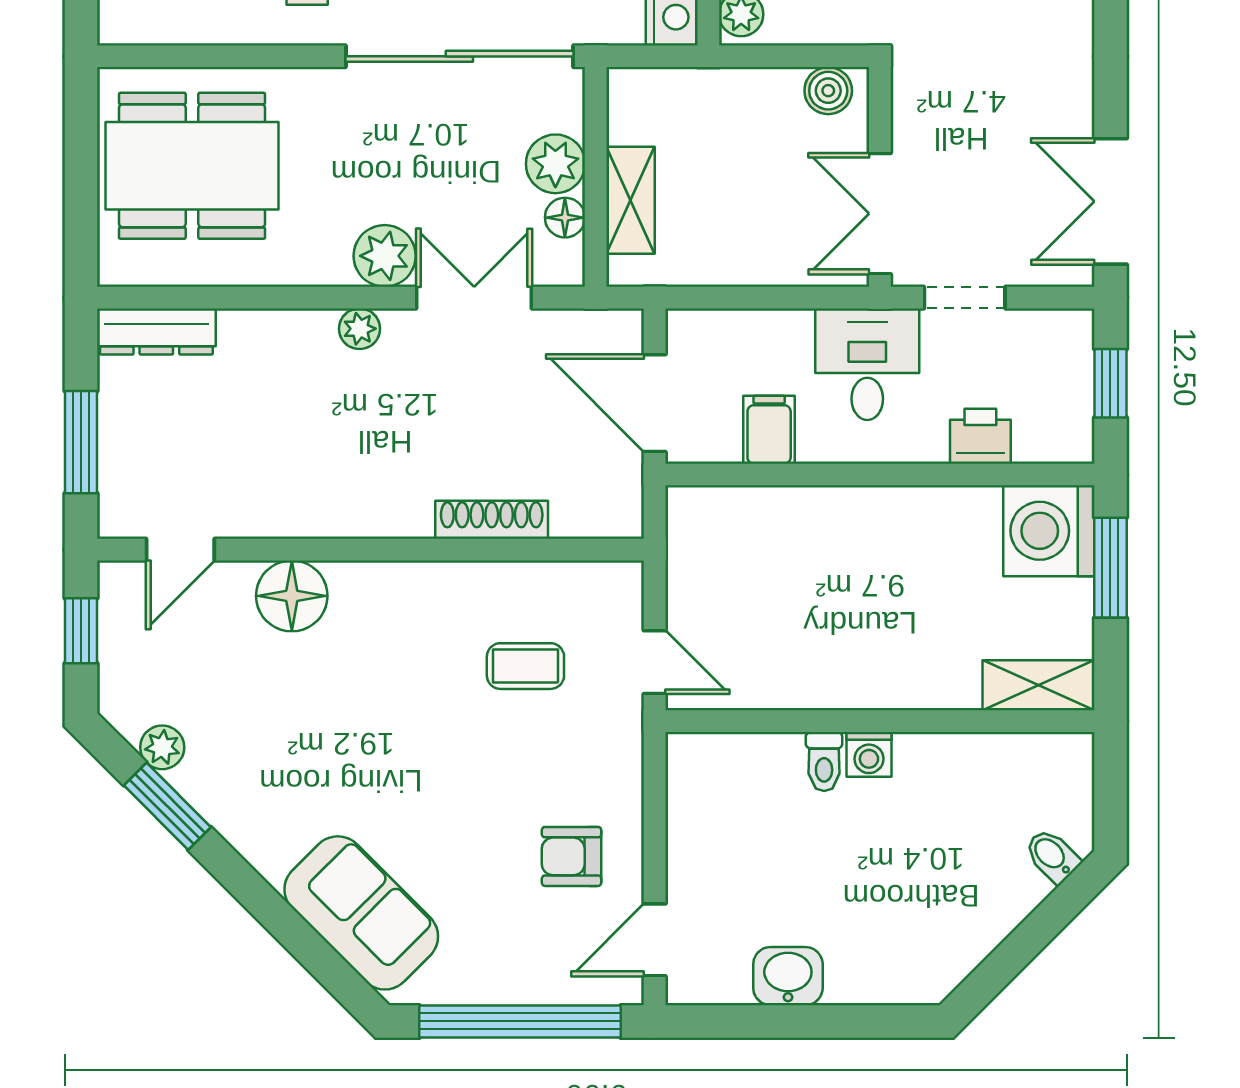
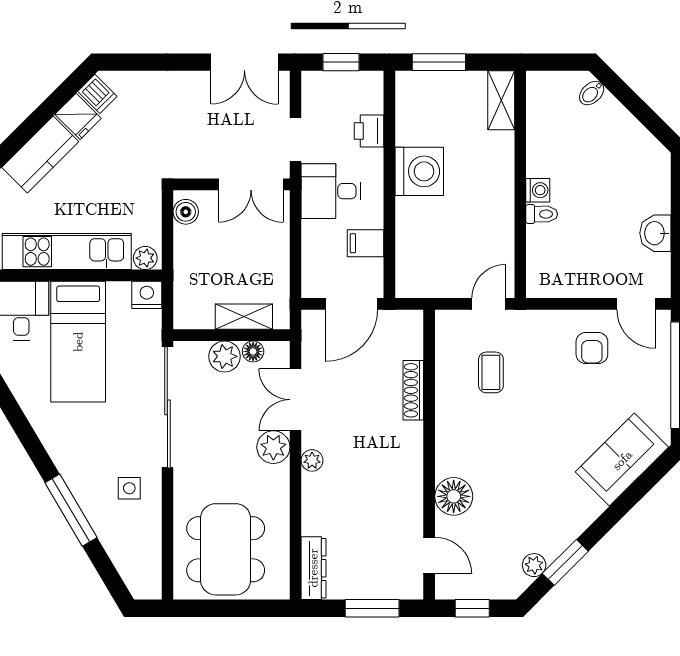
washing machine: (1049, 531) -> (419, 171), moved, turned -90

